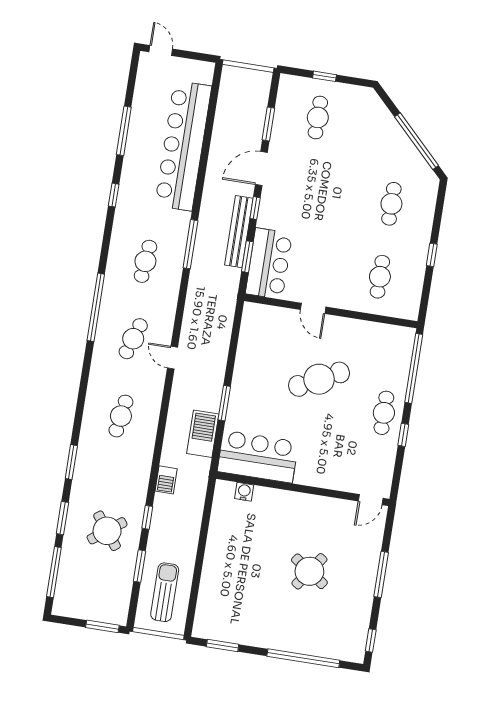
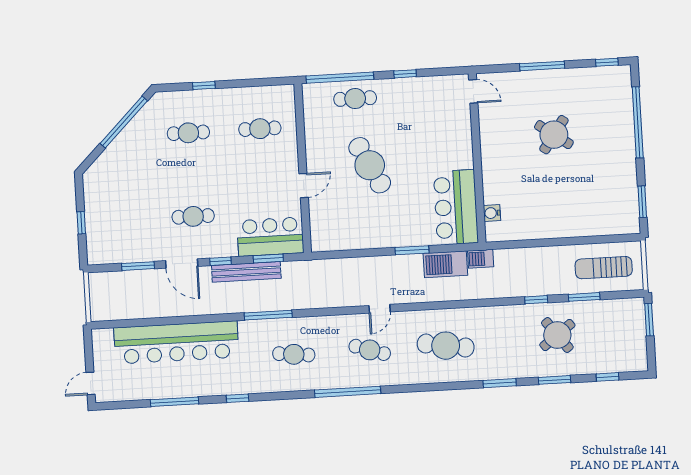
cafe table: (318, 117) -> (193, 216), moved
window: (432, 255) -> (204, 85), moved
cafe table: (384, 413) -> (355, 99), moved
cafe table: (121, 416) -> (446, 346), width x1.37, depth x1.35
barbecue: (166, 480) -> (481, 259), moved, turned 180
window: (54, 572) -> (607, 377), width x0.46

